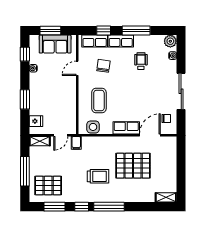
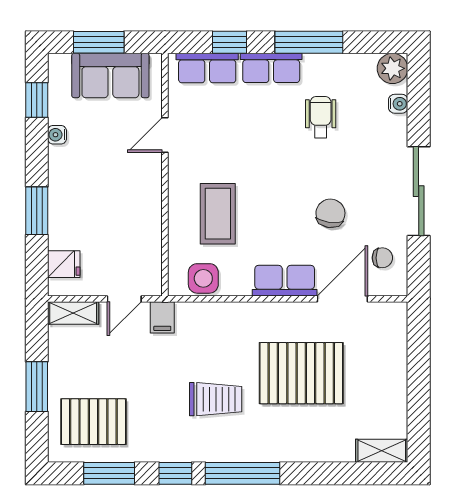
chair: (103, 66) -> (330, 213), moved
window: (25, 171) -> (37, 387), width x0.69

